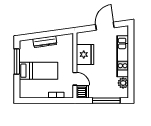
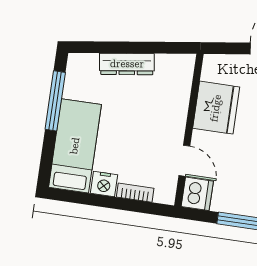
bed: (39, 71) -> (75, 146), moved, turned -90
nightstand: (43, 93) -> (104, 184), added

